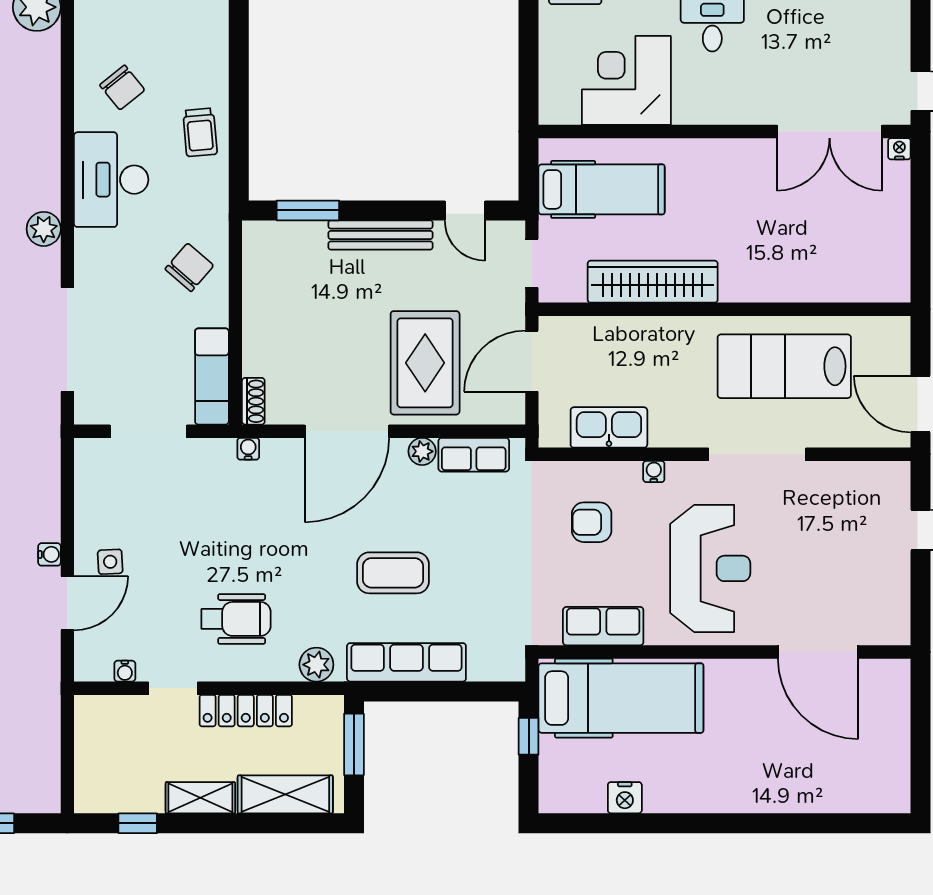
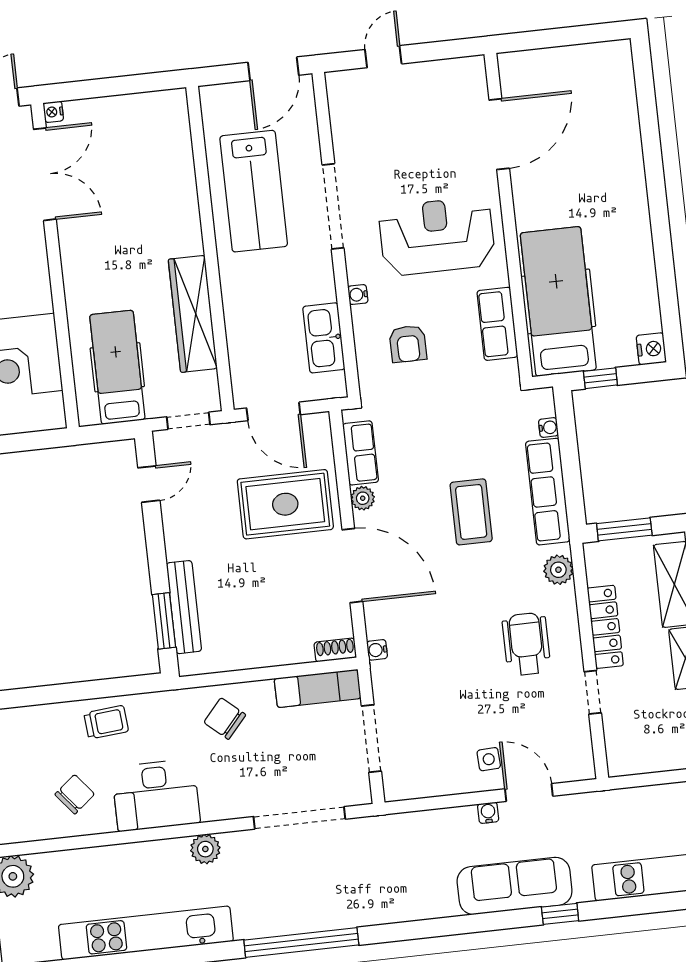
bench: (381, 235) -> (184, 607), moved
water cooler: (125, 671) -> (548, 427), moved
nightstand: (625, 798) -> (651, 349), moved

